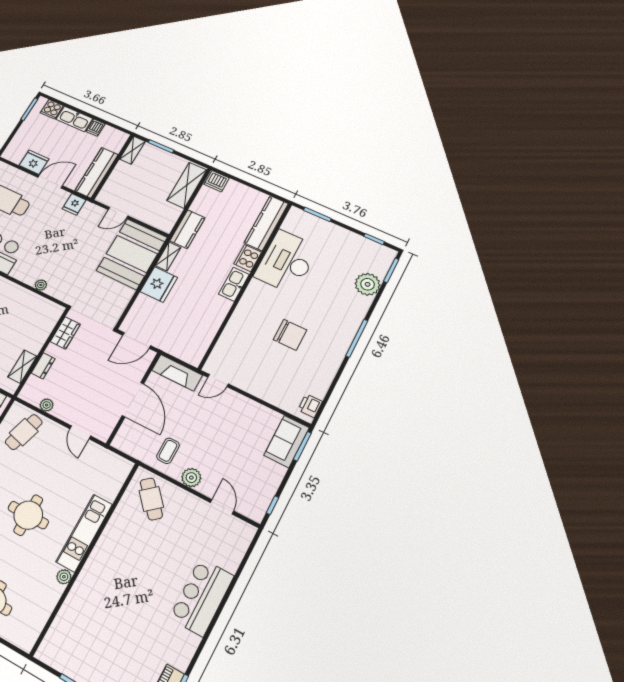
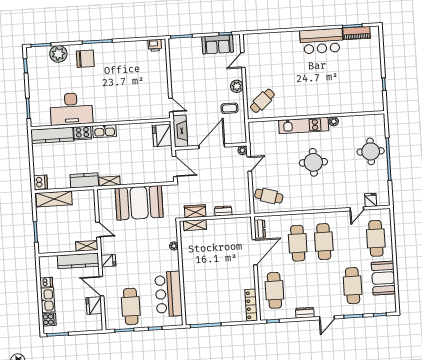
shelving: (132, 150) -> (87, 246), moved
booth: (132, 254) -> (139, 203), moved
fridge: (159, 285) -> (162, 135), moved, turned -90
chair: (290, 335) -> (85, 59), moved, turned 90
shelving: (22, 367) -> (195, 225), moved
plant: (47, 405) -> (243, 150), moved
sofa: (287, 441) -> (218, 44), moved
bar counter: (202, 597) -> (321, 41), moved

